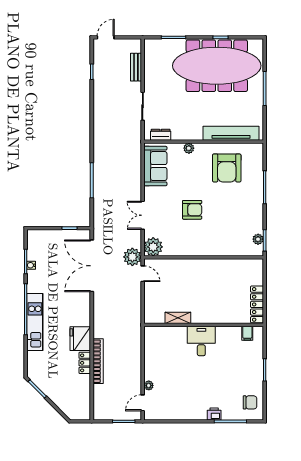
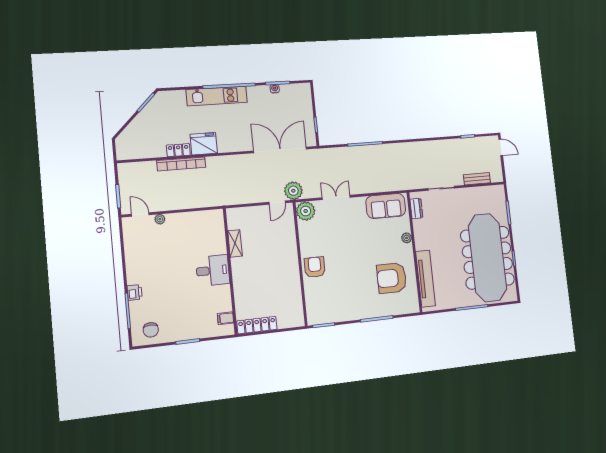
armchair: (192, 210) -> (315, 267), moved, turned 180
plant: (258, 239) -> (324, 318), removed

